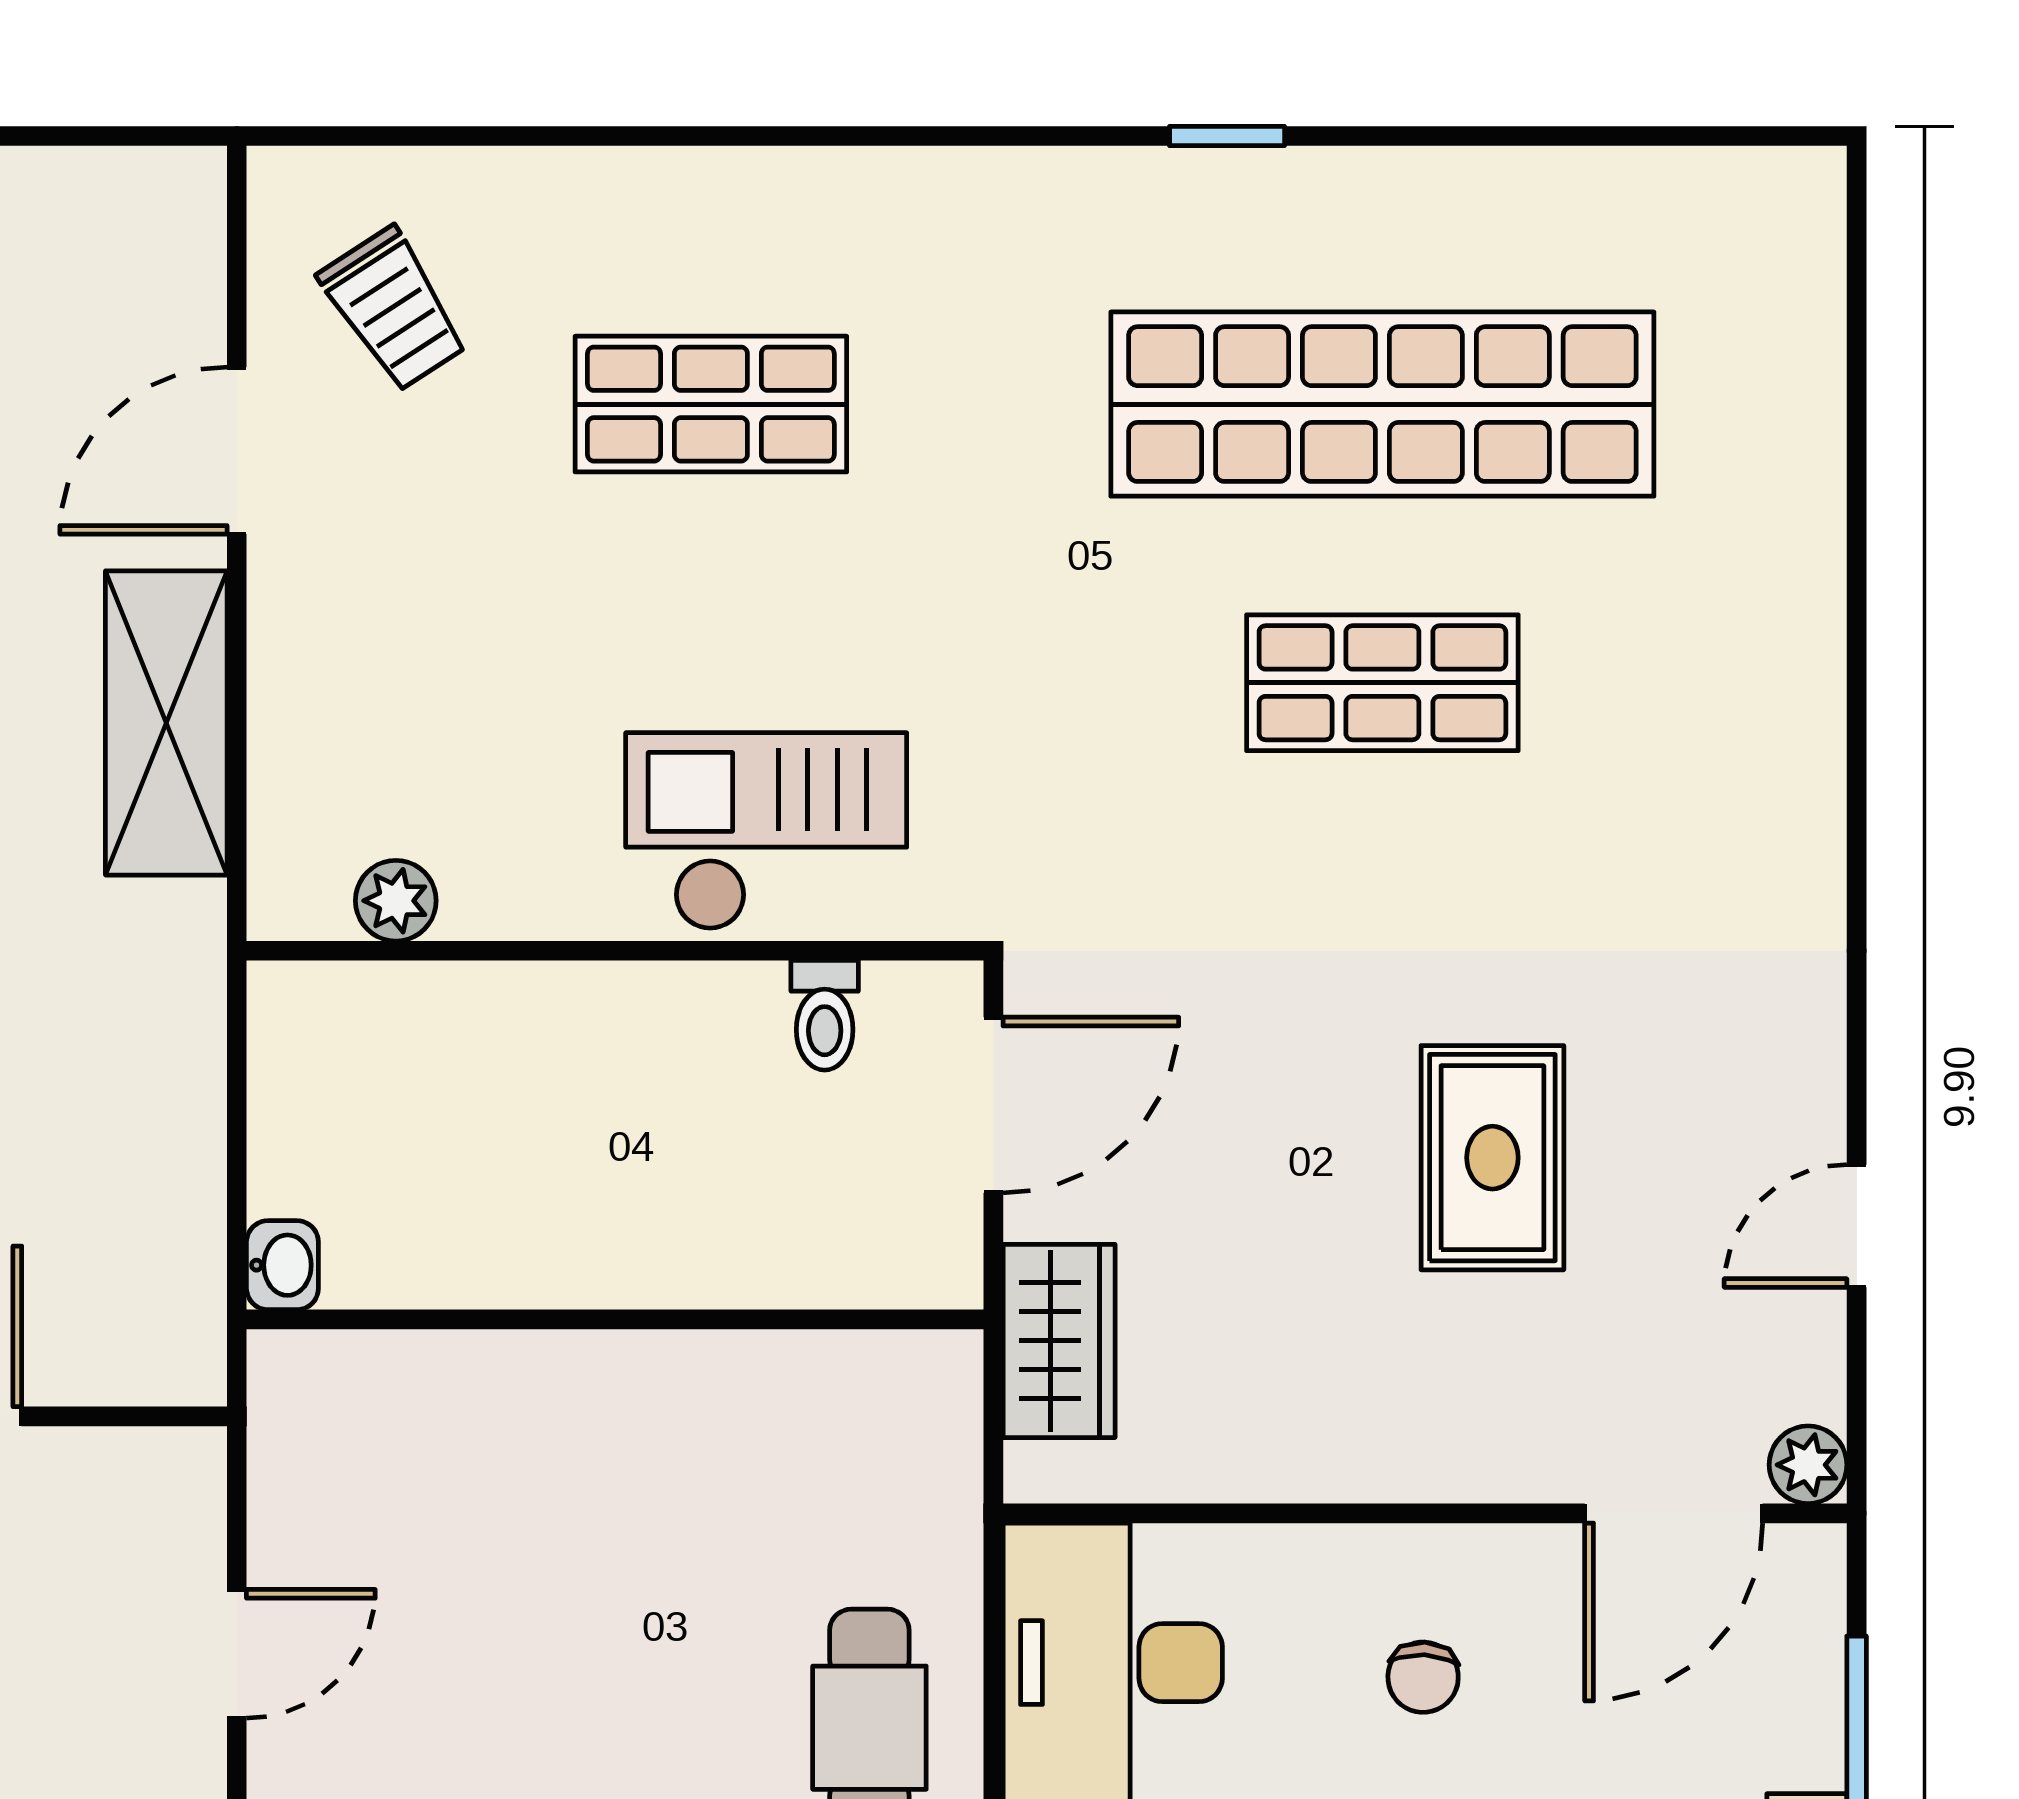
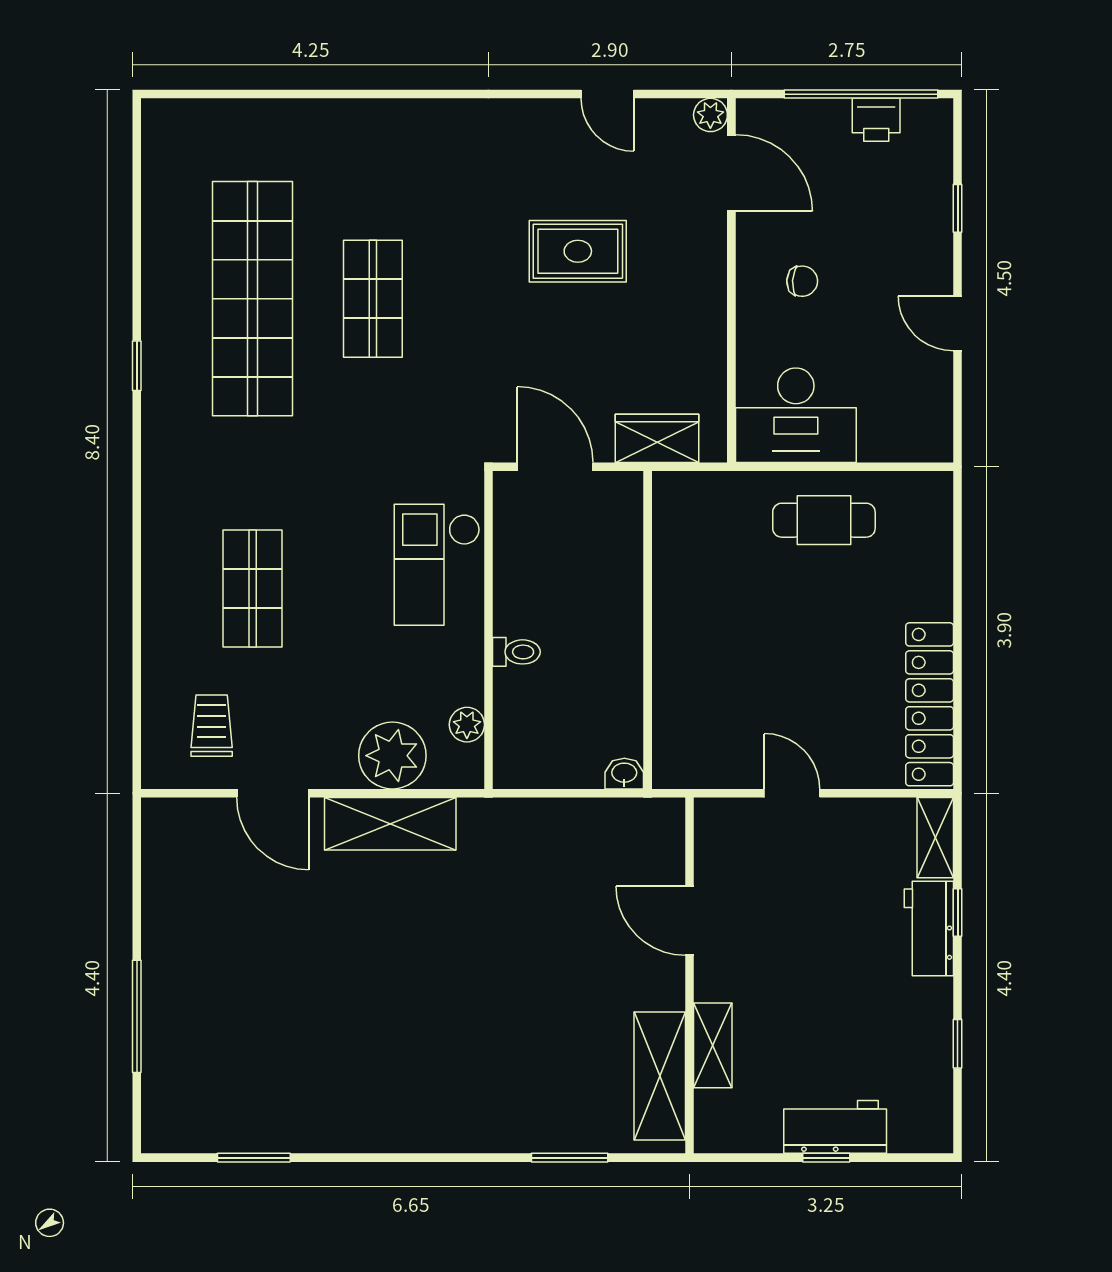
trolley: (394, 309) -> (212, 726), turned -57
plant: (324, 728) -> (392, 756), added
toilet: (825, 1015) -> (516, 652), moved

